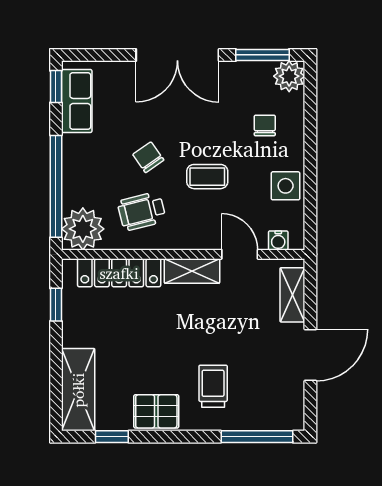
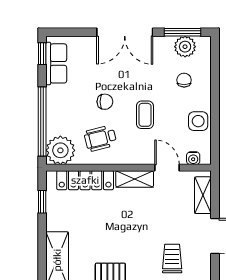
plant: (289, 76) -> (185, 47), moved
chair: (148, 157) -> (105, 102), turned 125
coffee table: (207, 177) -> (145, 115), turned 90
trolley: (213, 386) -> (172, 259), moved

